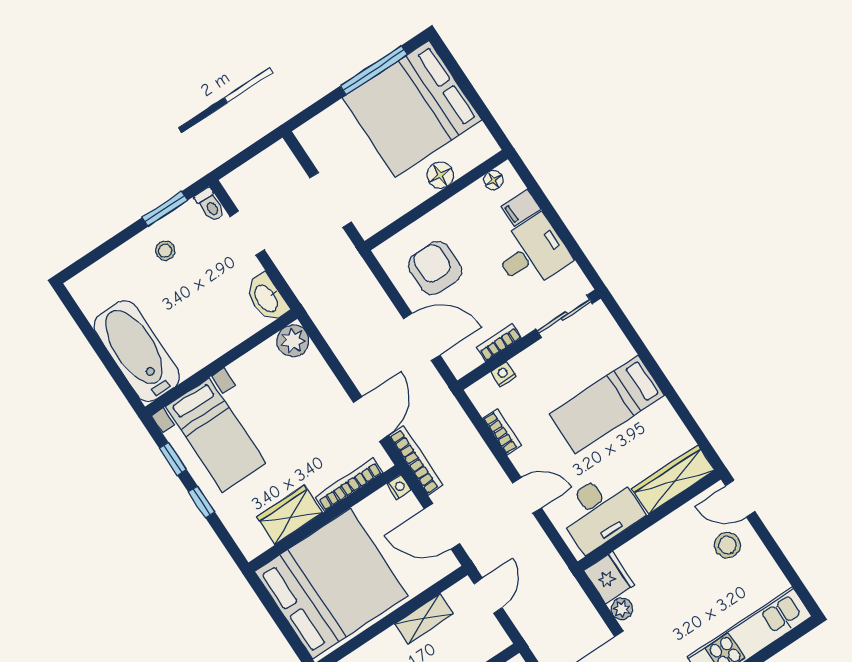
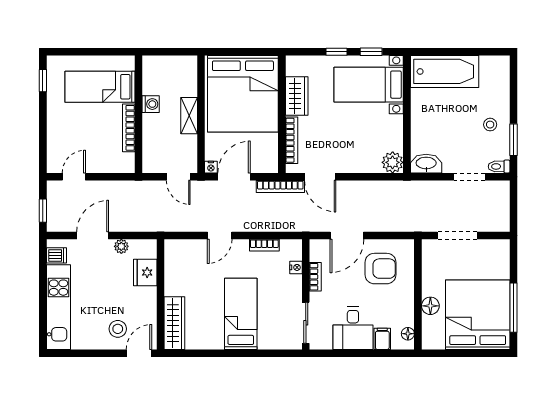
nightstand: (399, 487) -> (211, 167), moved
desk: (600, 511) -> (184, 270), removed
fridge: (609, 578) -> (145, 272), moved, turned 90
shelving: (424, 619) -> (189, 116), moved

